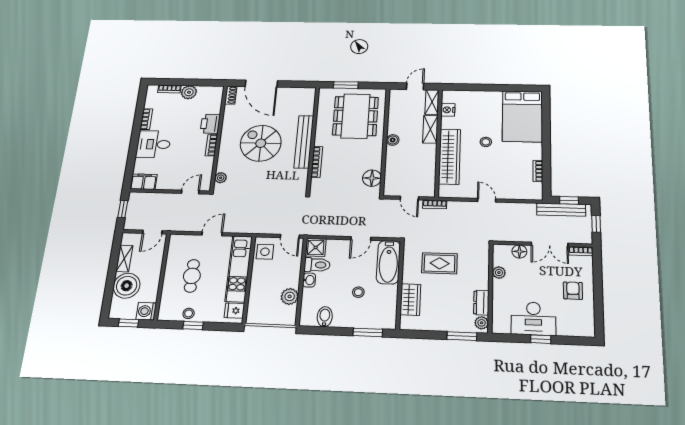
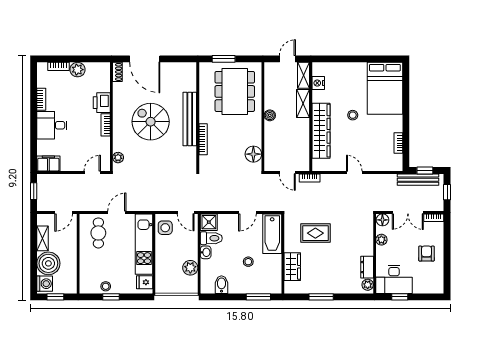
plant: (499, 273) -> (381, 240), moved
cafe table: (192, 276) -> (98, 233), moved
wall: (491, 288) -> (375, 254), moved
dresser: (481, 303) -> (367, 267), moved
washing machine: (146, 311) -> (45, 284), moved, turned 180
plant: (482, 323) -> (368, 285), moved
window: (462, 336) -> (321, 297), moved

